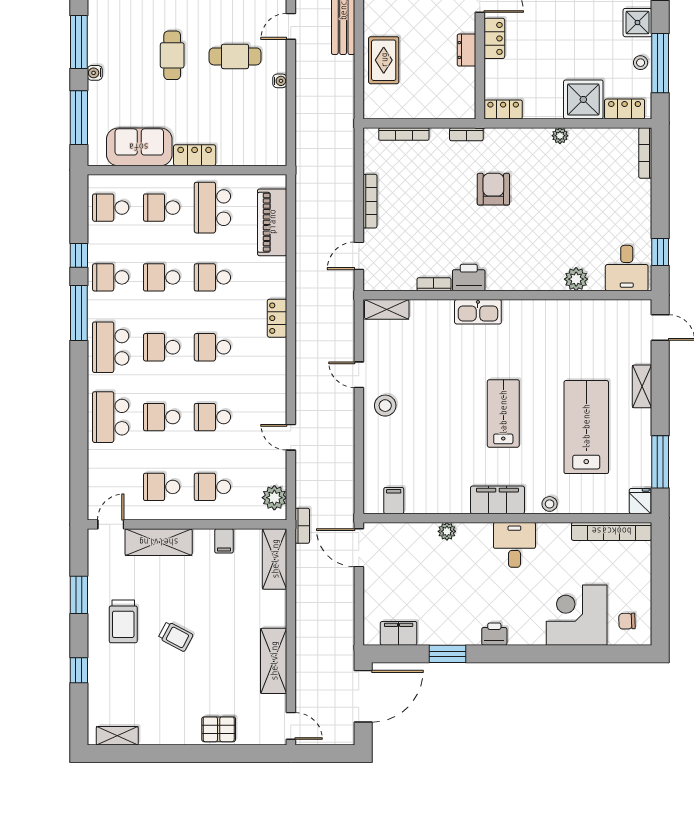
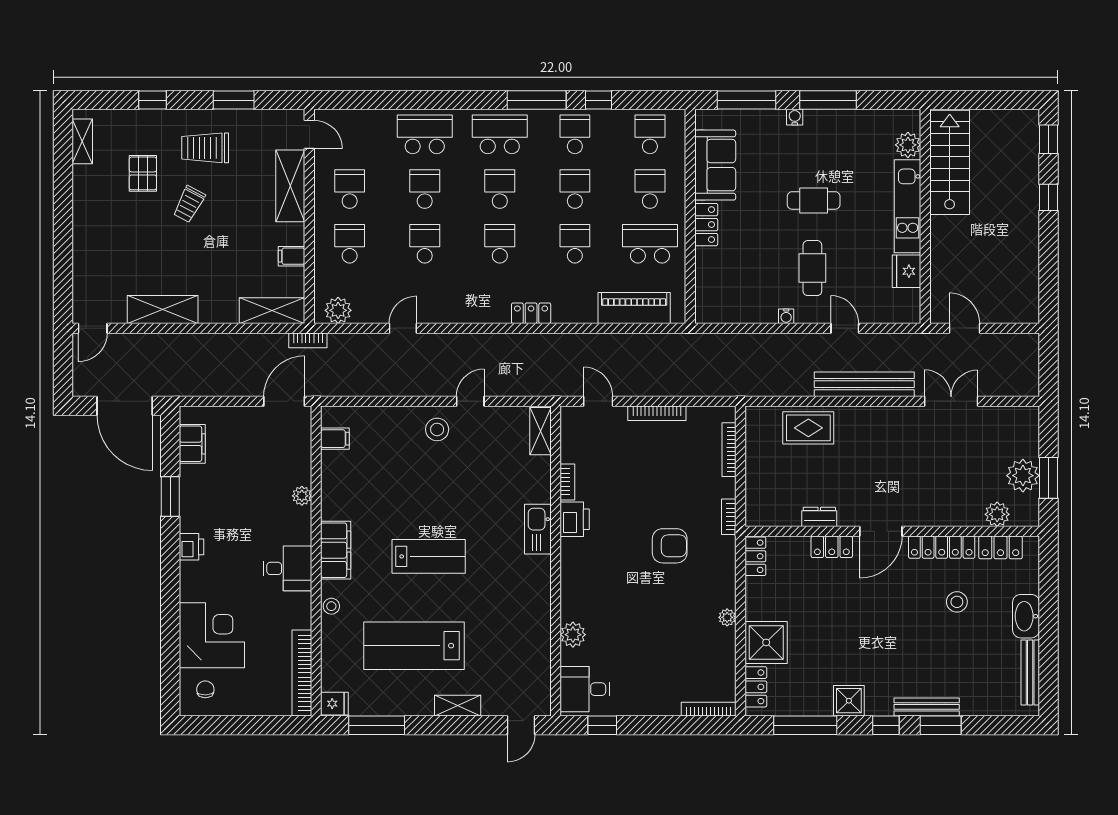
stool: (641, 63) -> (806, 704), removed
lab bench: (586, 427) -> (414, 646), turned 180
pallet: (219, 729) -> (143, 173), moved

